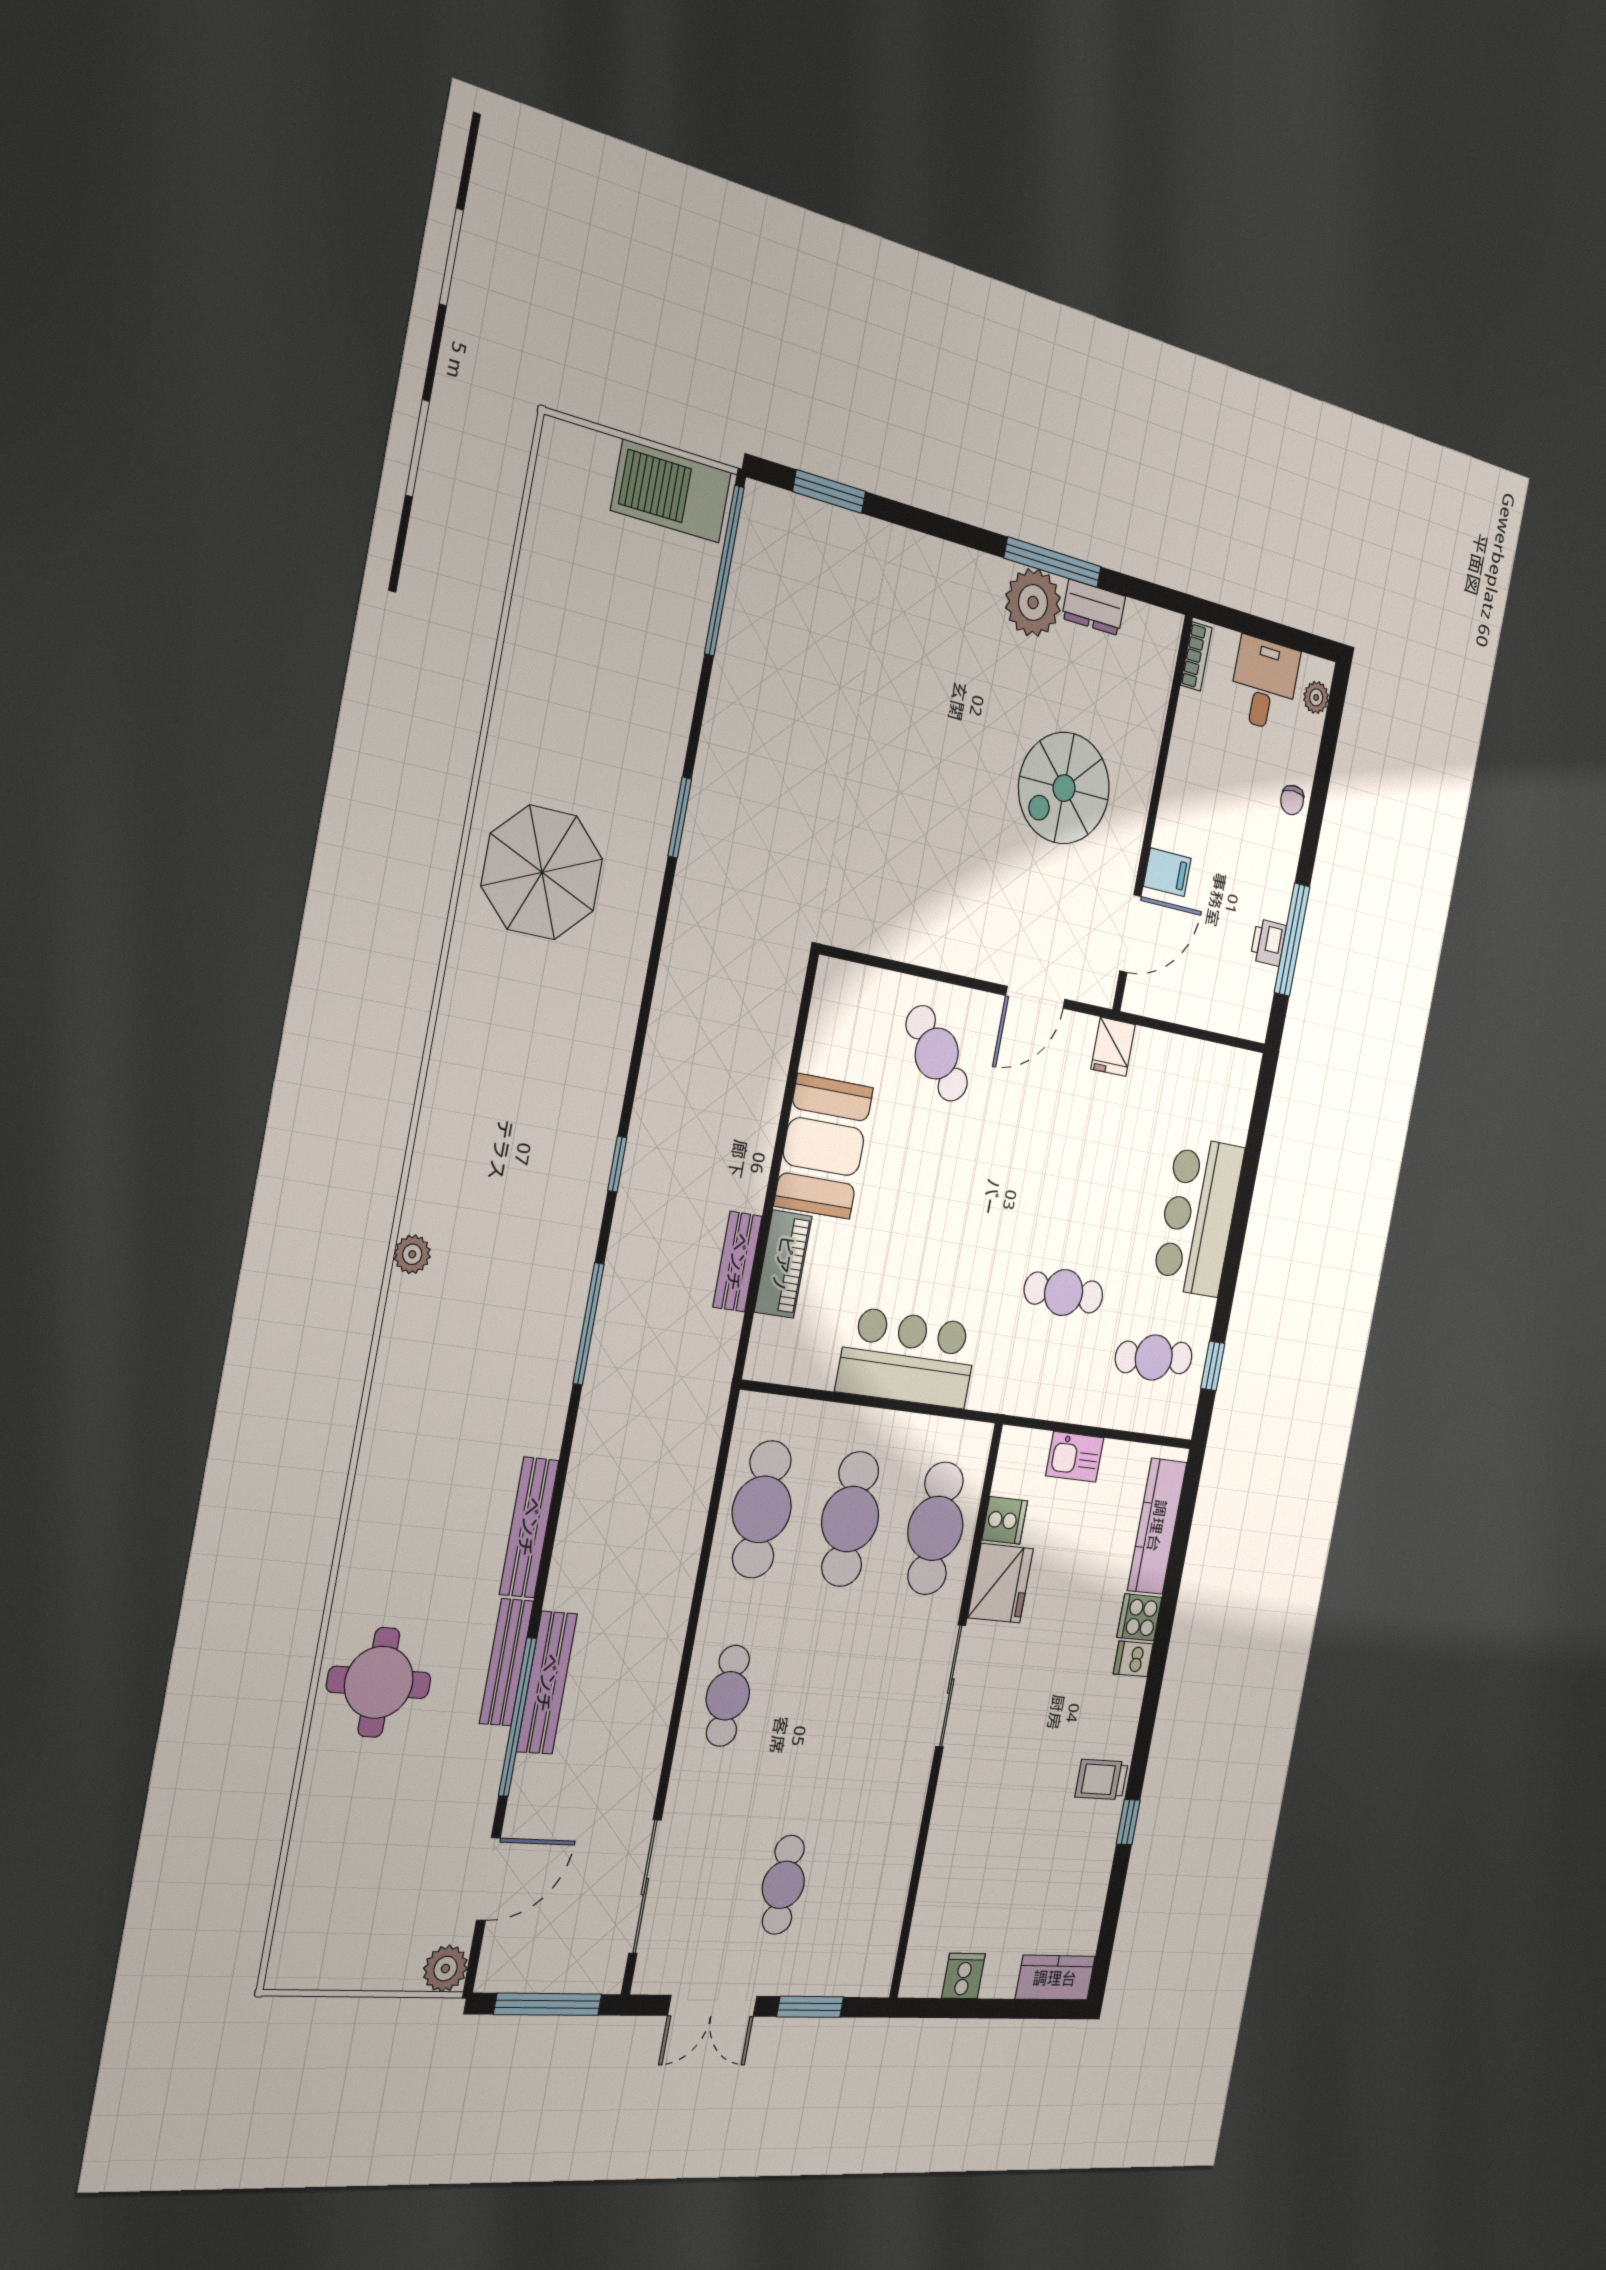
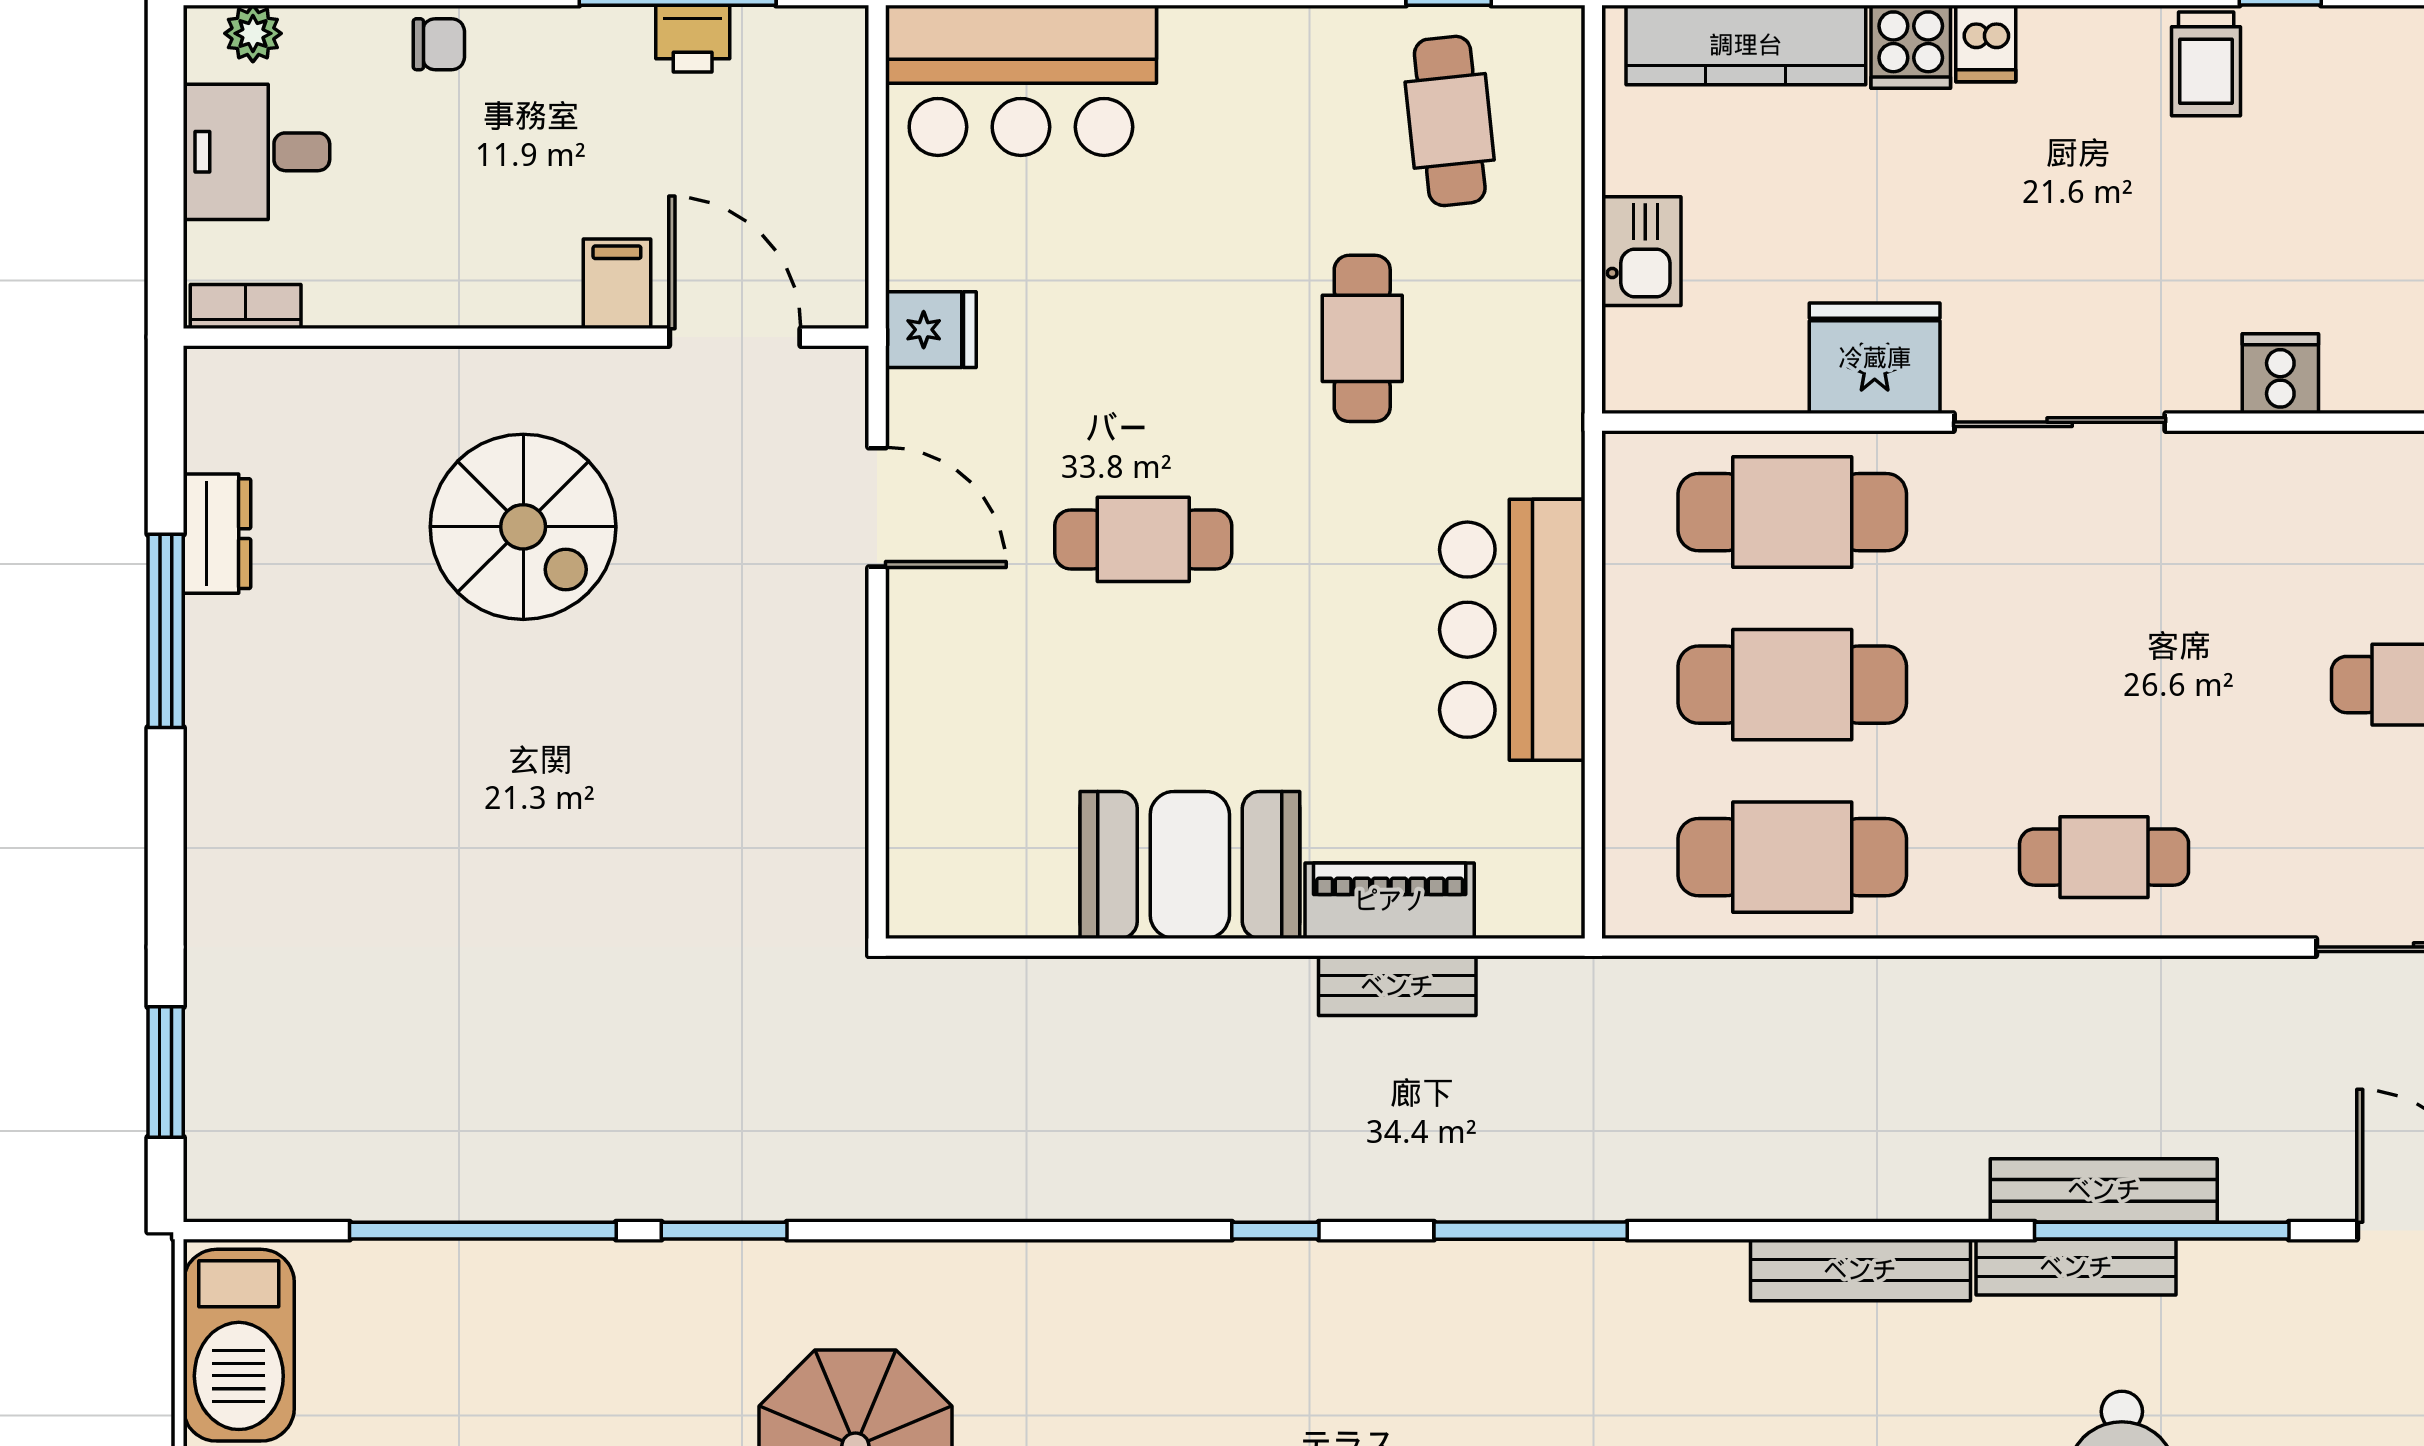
window: (724, 571) -> (483, 1231), moved
plant: (1033, 602) -> (239, 655), removed
cafe table: (937, 1054) -> (1143, 539), moved, turned 43
bar counter: (1198, 1217) -> (1021, 80), moved
cooker: (1005, 1520) -> (2280, 374), moved

